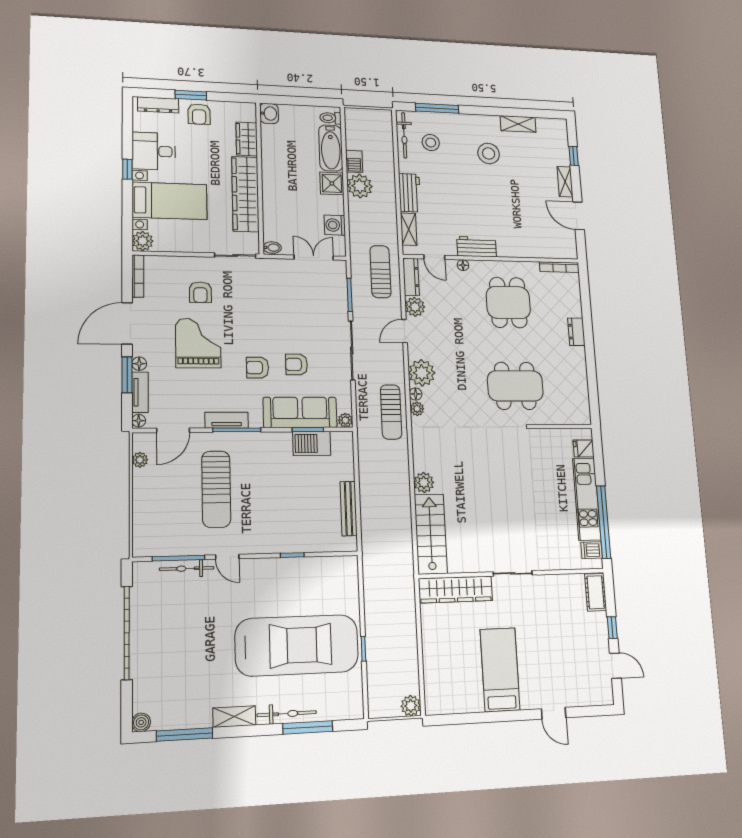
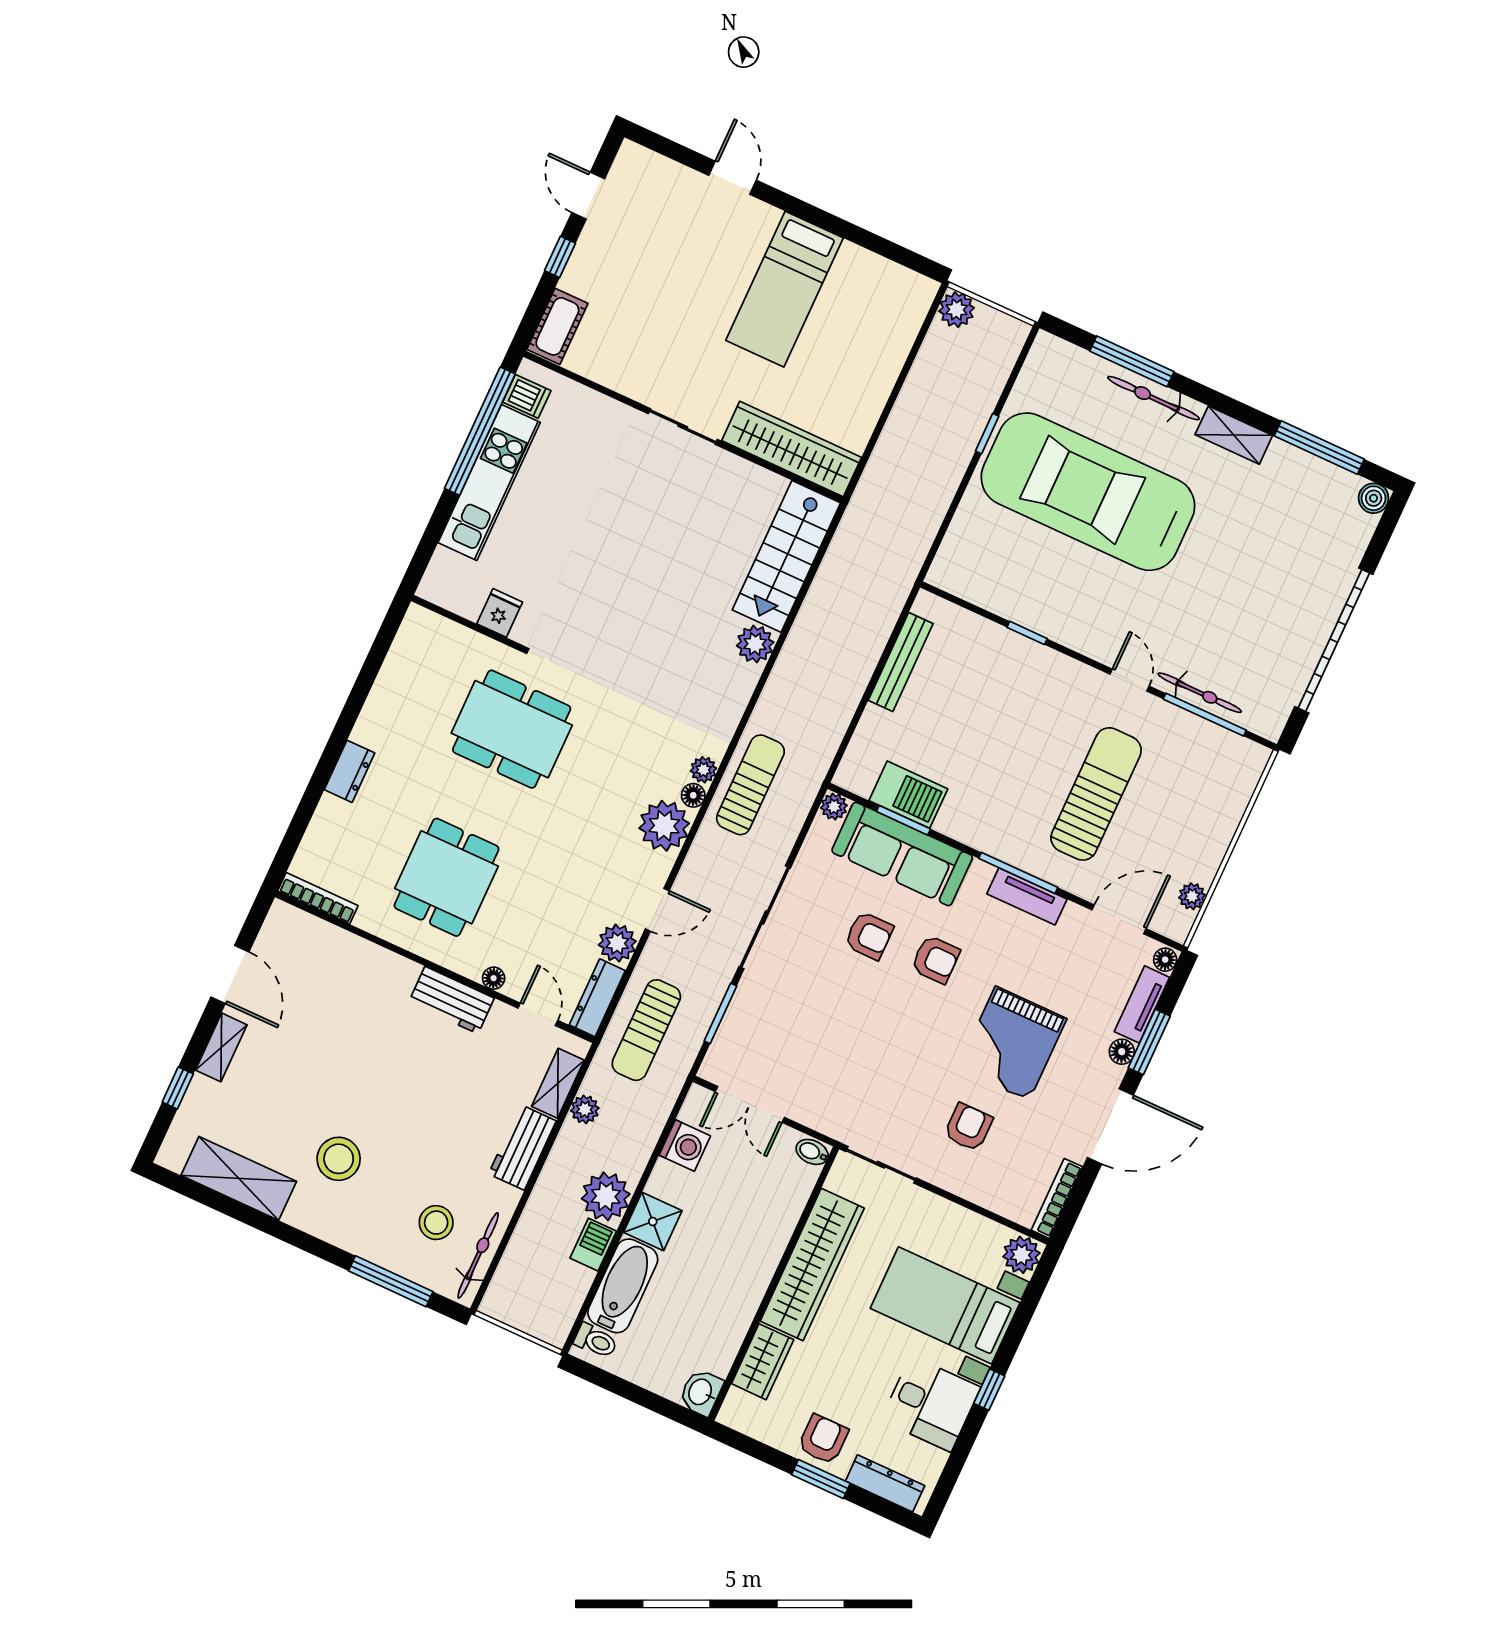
shelving: (518, 124) -> (239, 1178), width x1.50, depth x1.33
plant: (390, 222) -> (585, 1109), added
fridge: (584, 448) -> (500, 613), moved, turned -90

